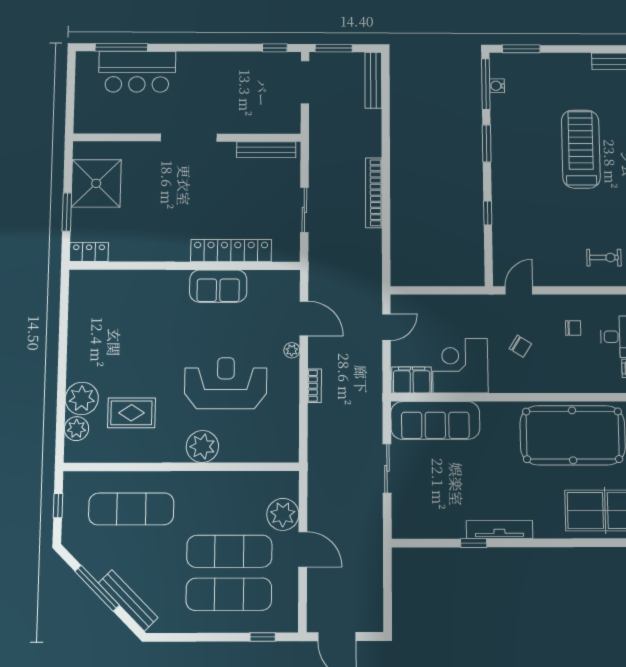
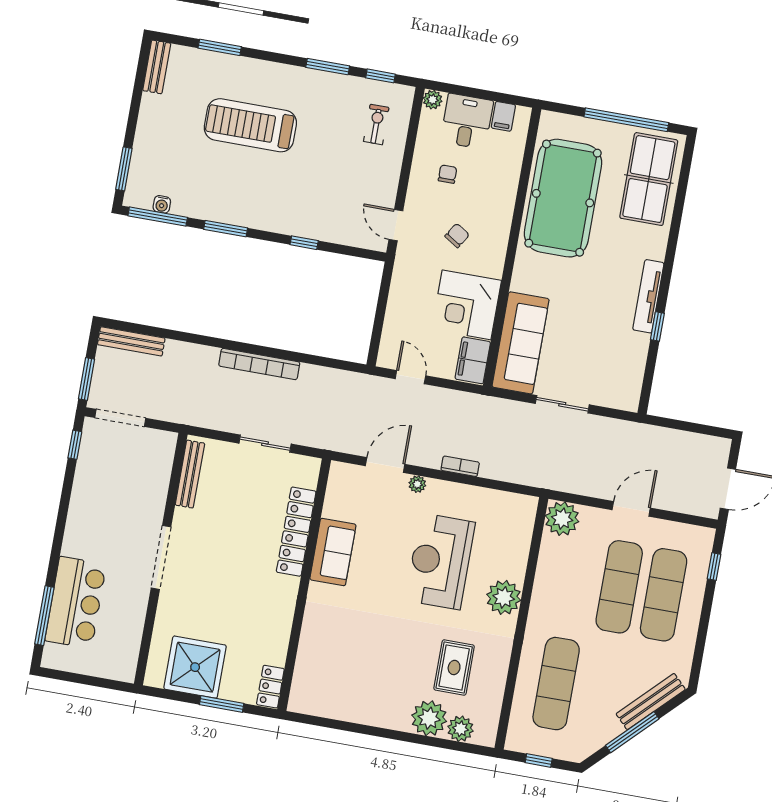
plant: (283, 514) -> (562, 519), moved

